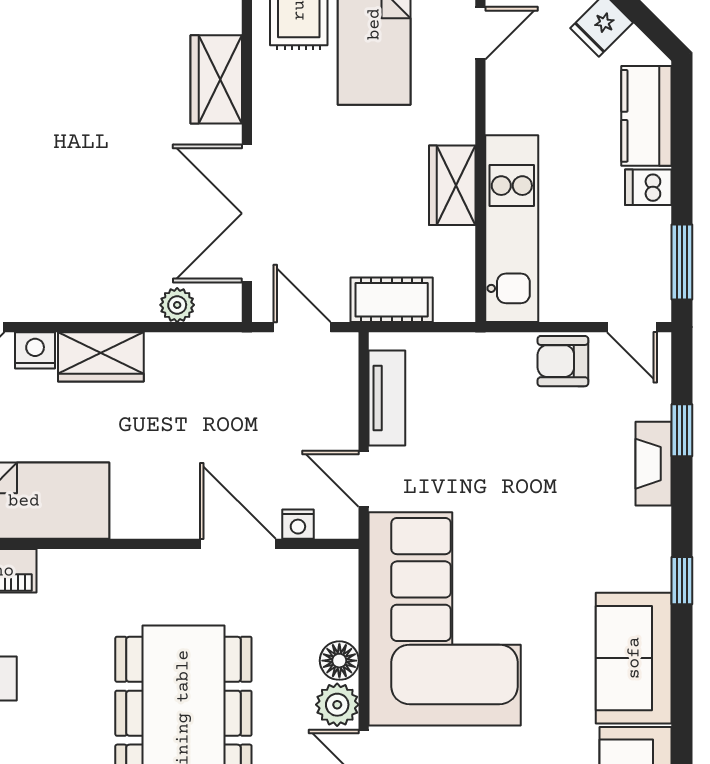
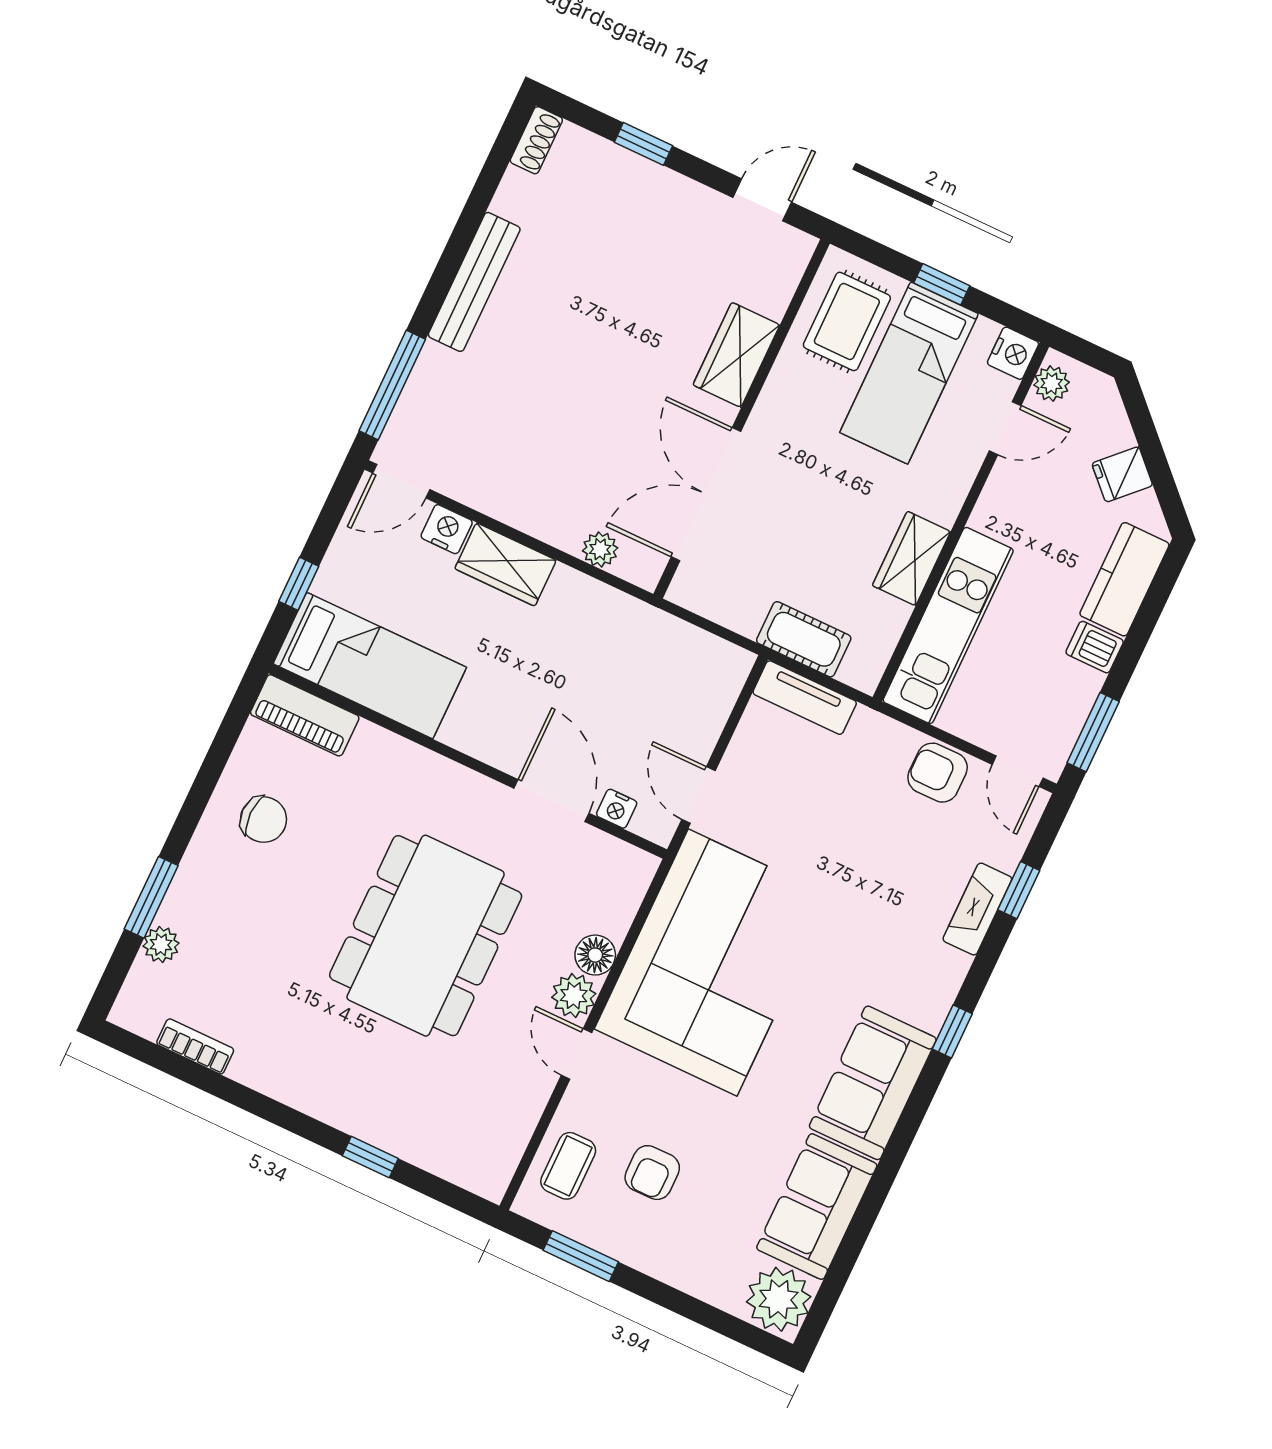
door: (302, 327) -> (708, 625), removed
tv unit: (387, 398) -> (805, 698), moved, turned 90

